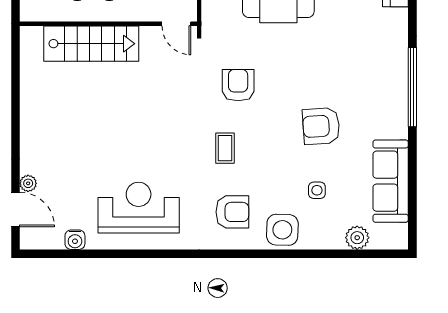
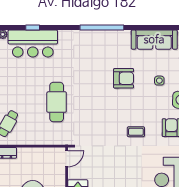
armchair: (238, 85) -> (101, 124), removed
armchair: (321, 126) -> (124, 78), turned -86

